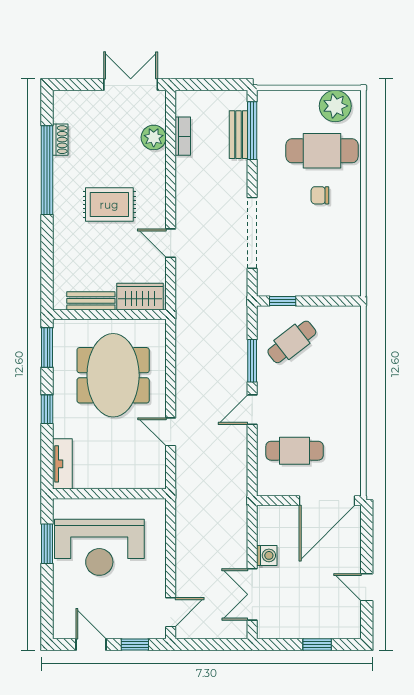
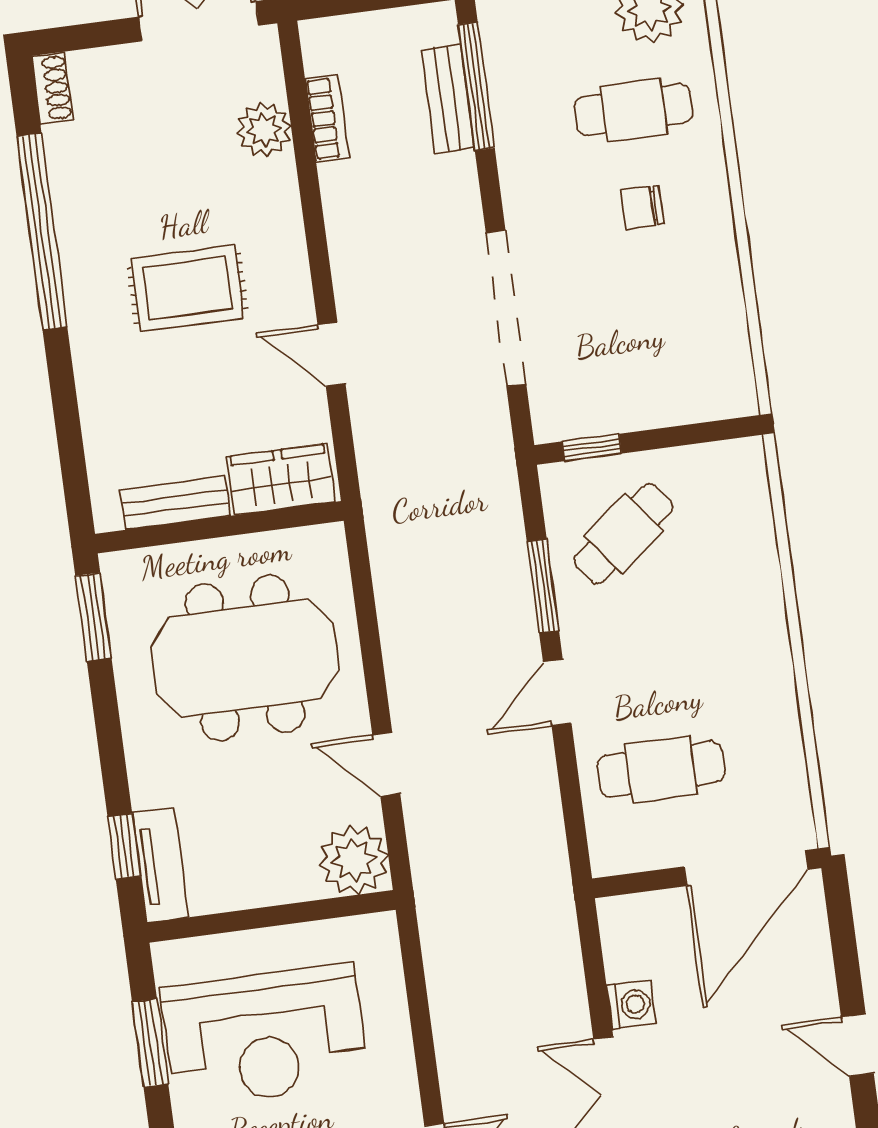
shoe rack: (60, 140) -> (52, 88), moved
cafe table: (322, 151) -> (634, 110), width x0.73, depth x0.74
meeting table: (113, 375) -> (245, 658), turned 90
window: (47, 409) -> (124, 846), moved
plant: (150, 473) -> (354, 860), added

